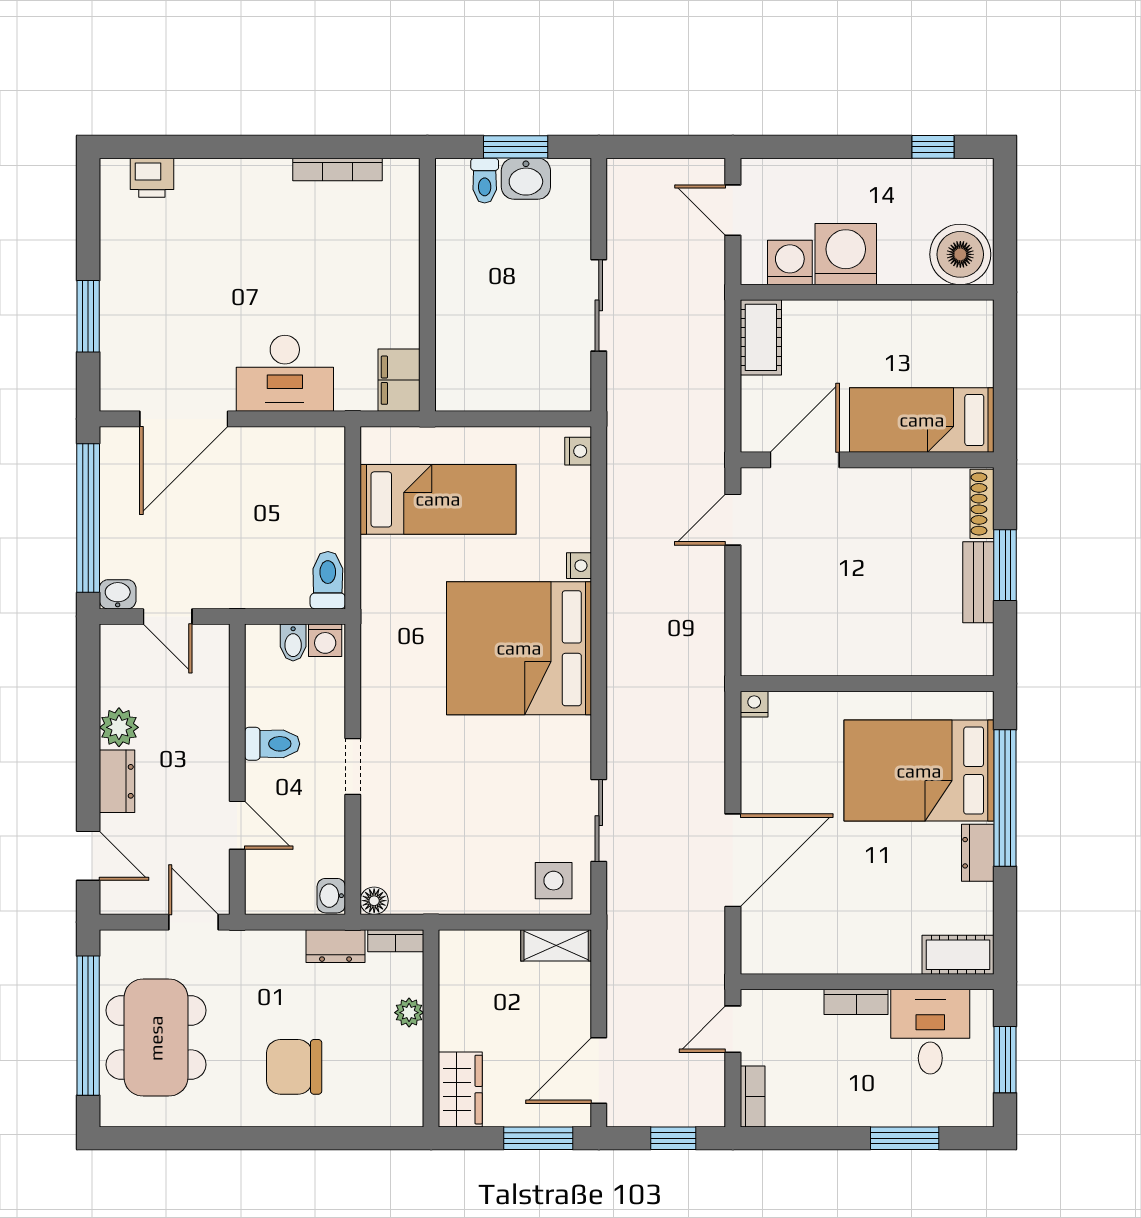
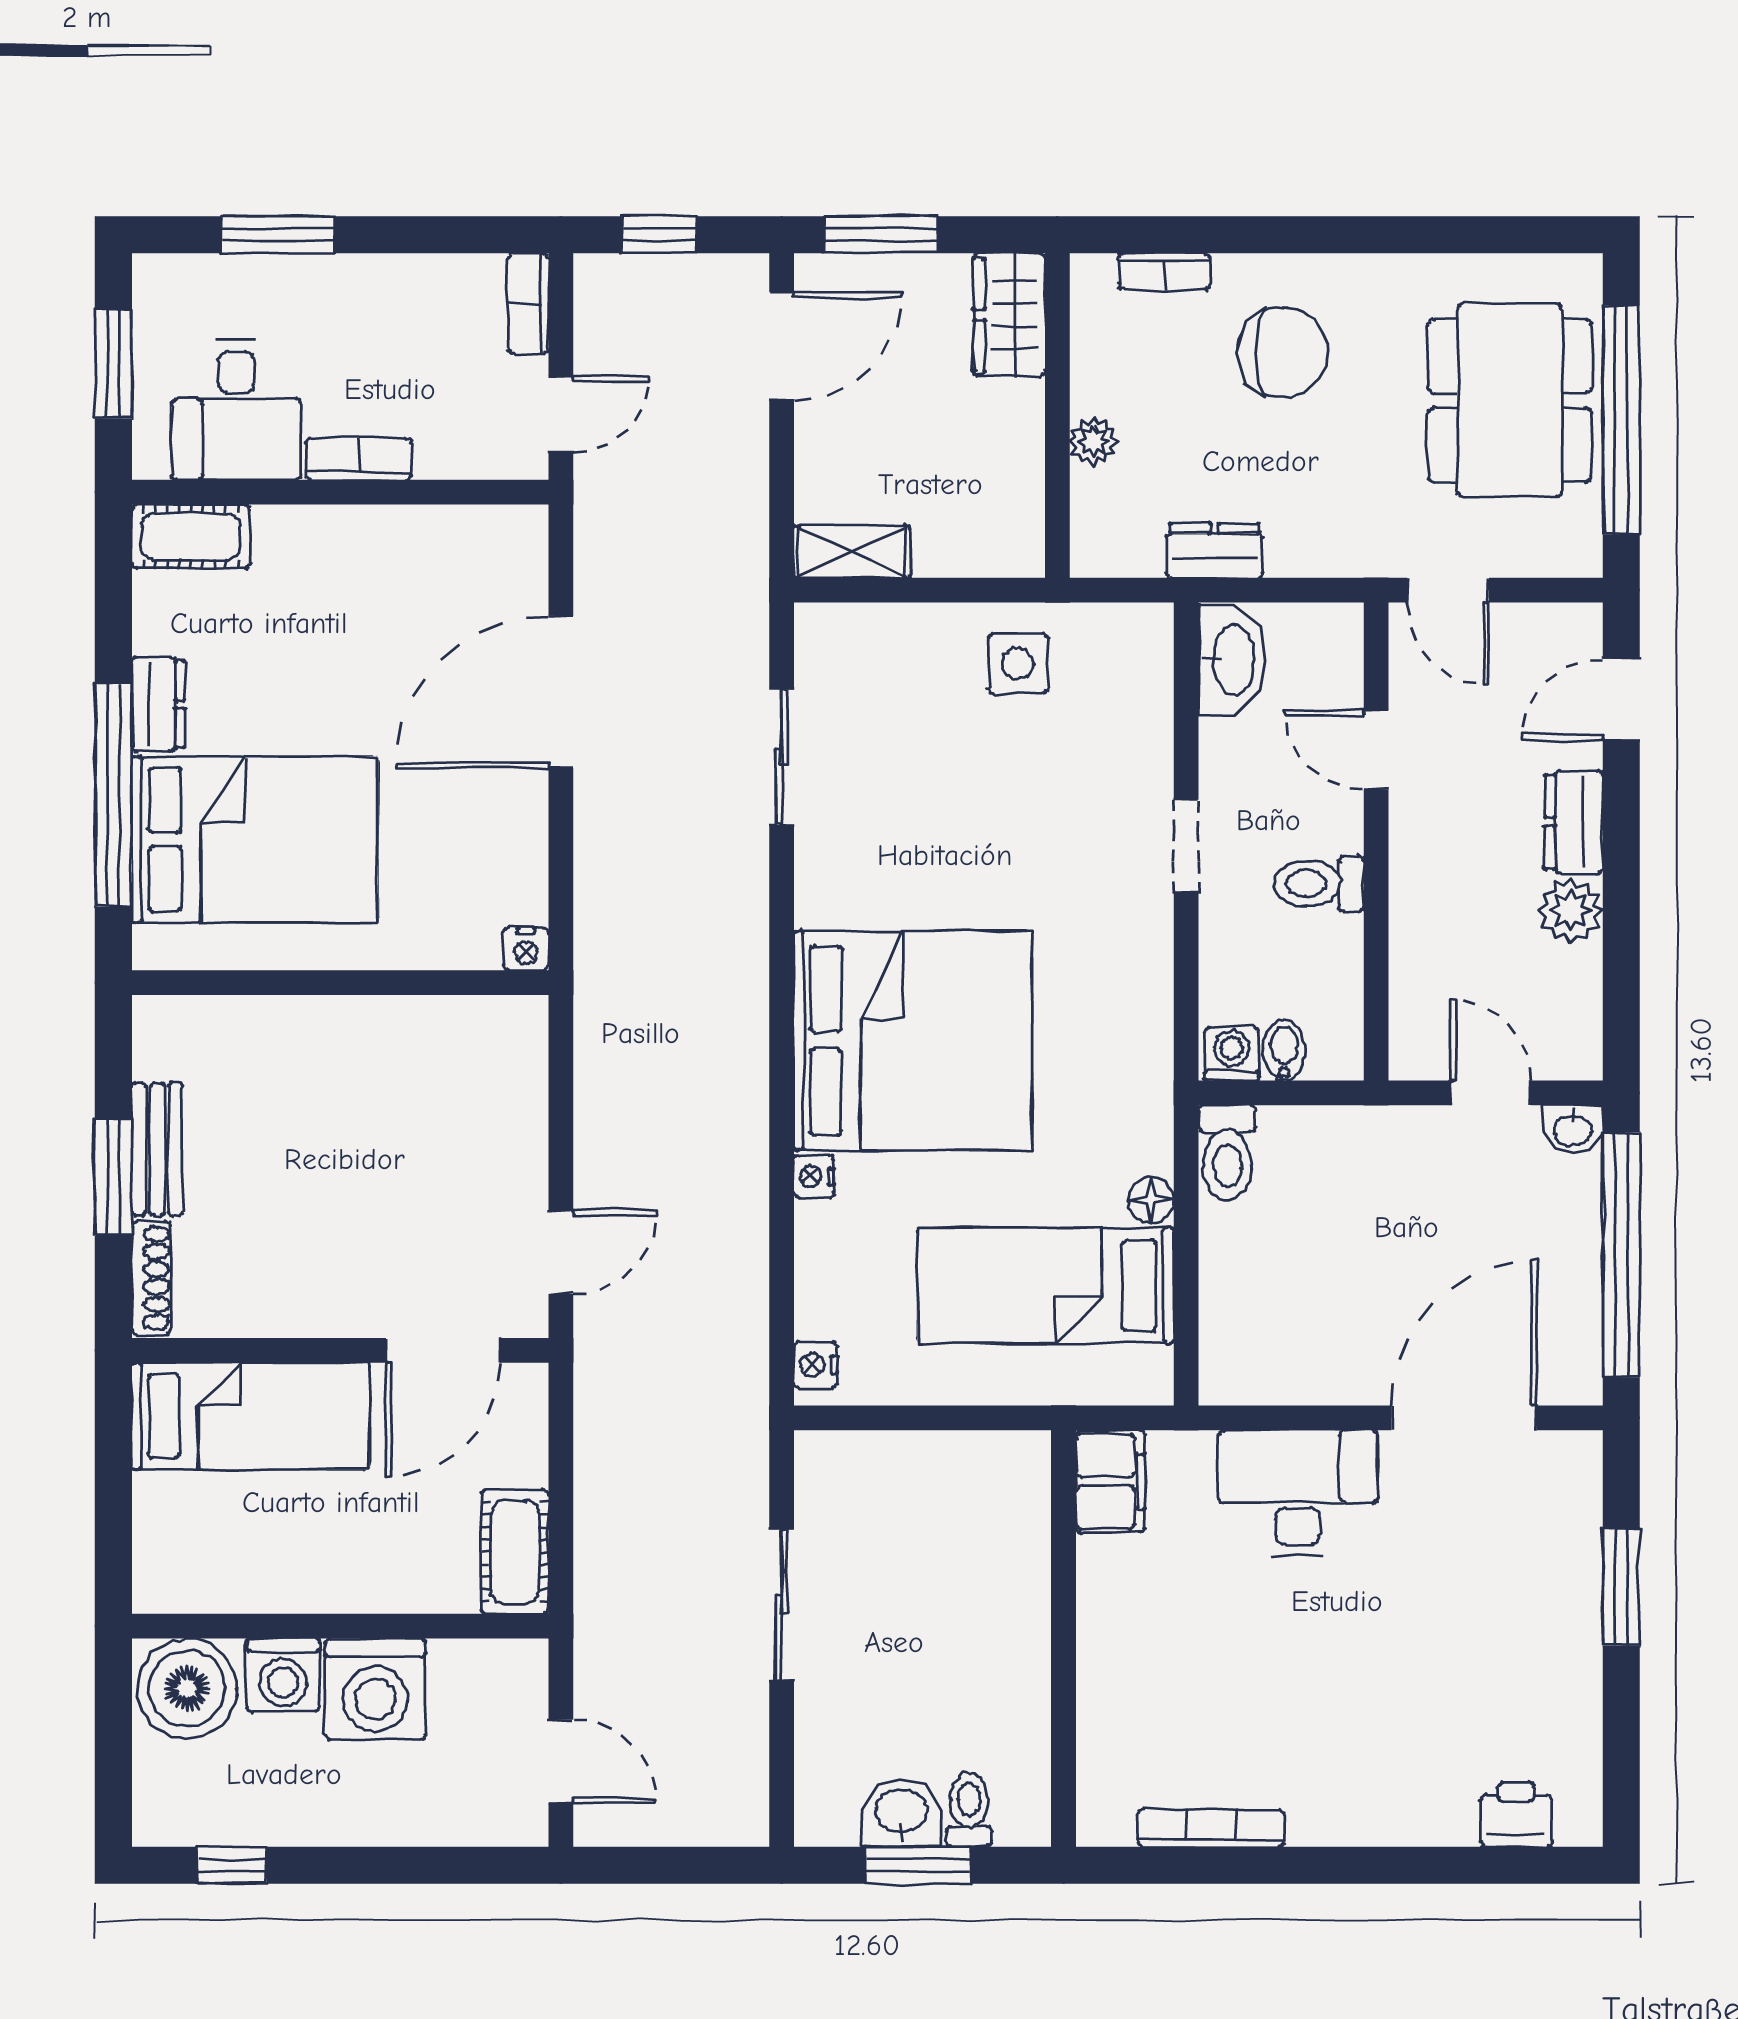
washing machine: (790, 262) -> (283, 1675), moved
door: (88, 856) -> (1621, 699), hinge flipped
side table: (554, 881) -> (1018, 664), moved
washbasin: (331, 896) -> (1232, 660), width x1.91, depth x1.45
floor lamp: (374, 901) -> (1151, 1200), moved
bookcase: (396, 941) -> (1164, 271), moved, turned 180

